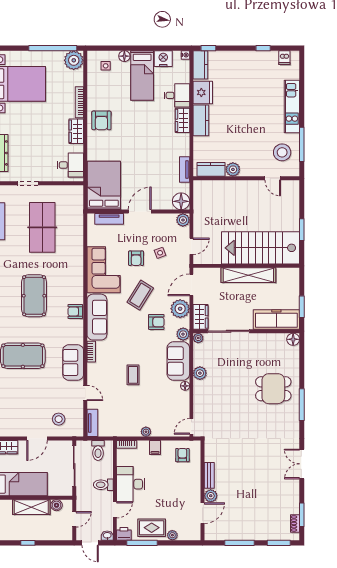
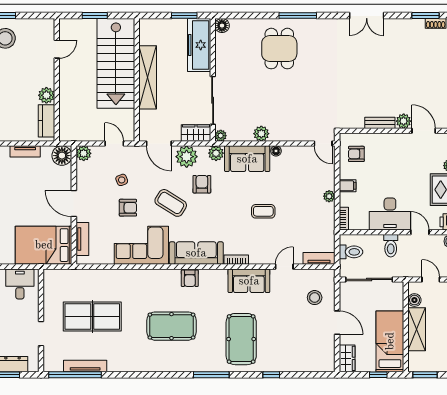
kitchen counter: (211, 169) -> (46, 121), moved
plant: (233, 169) -> (46, 95), moved
wall: (246, 178) -> (57, 80), moved
door: (273, 178) -> (57, 49), moved

